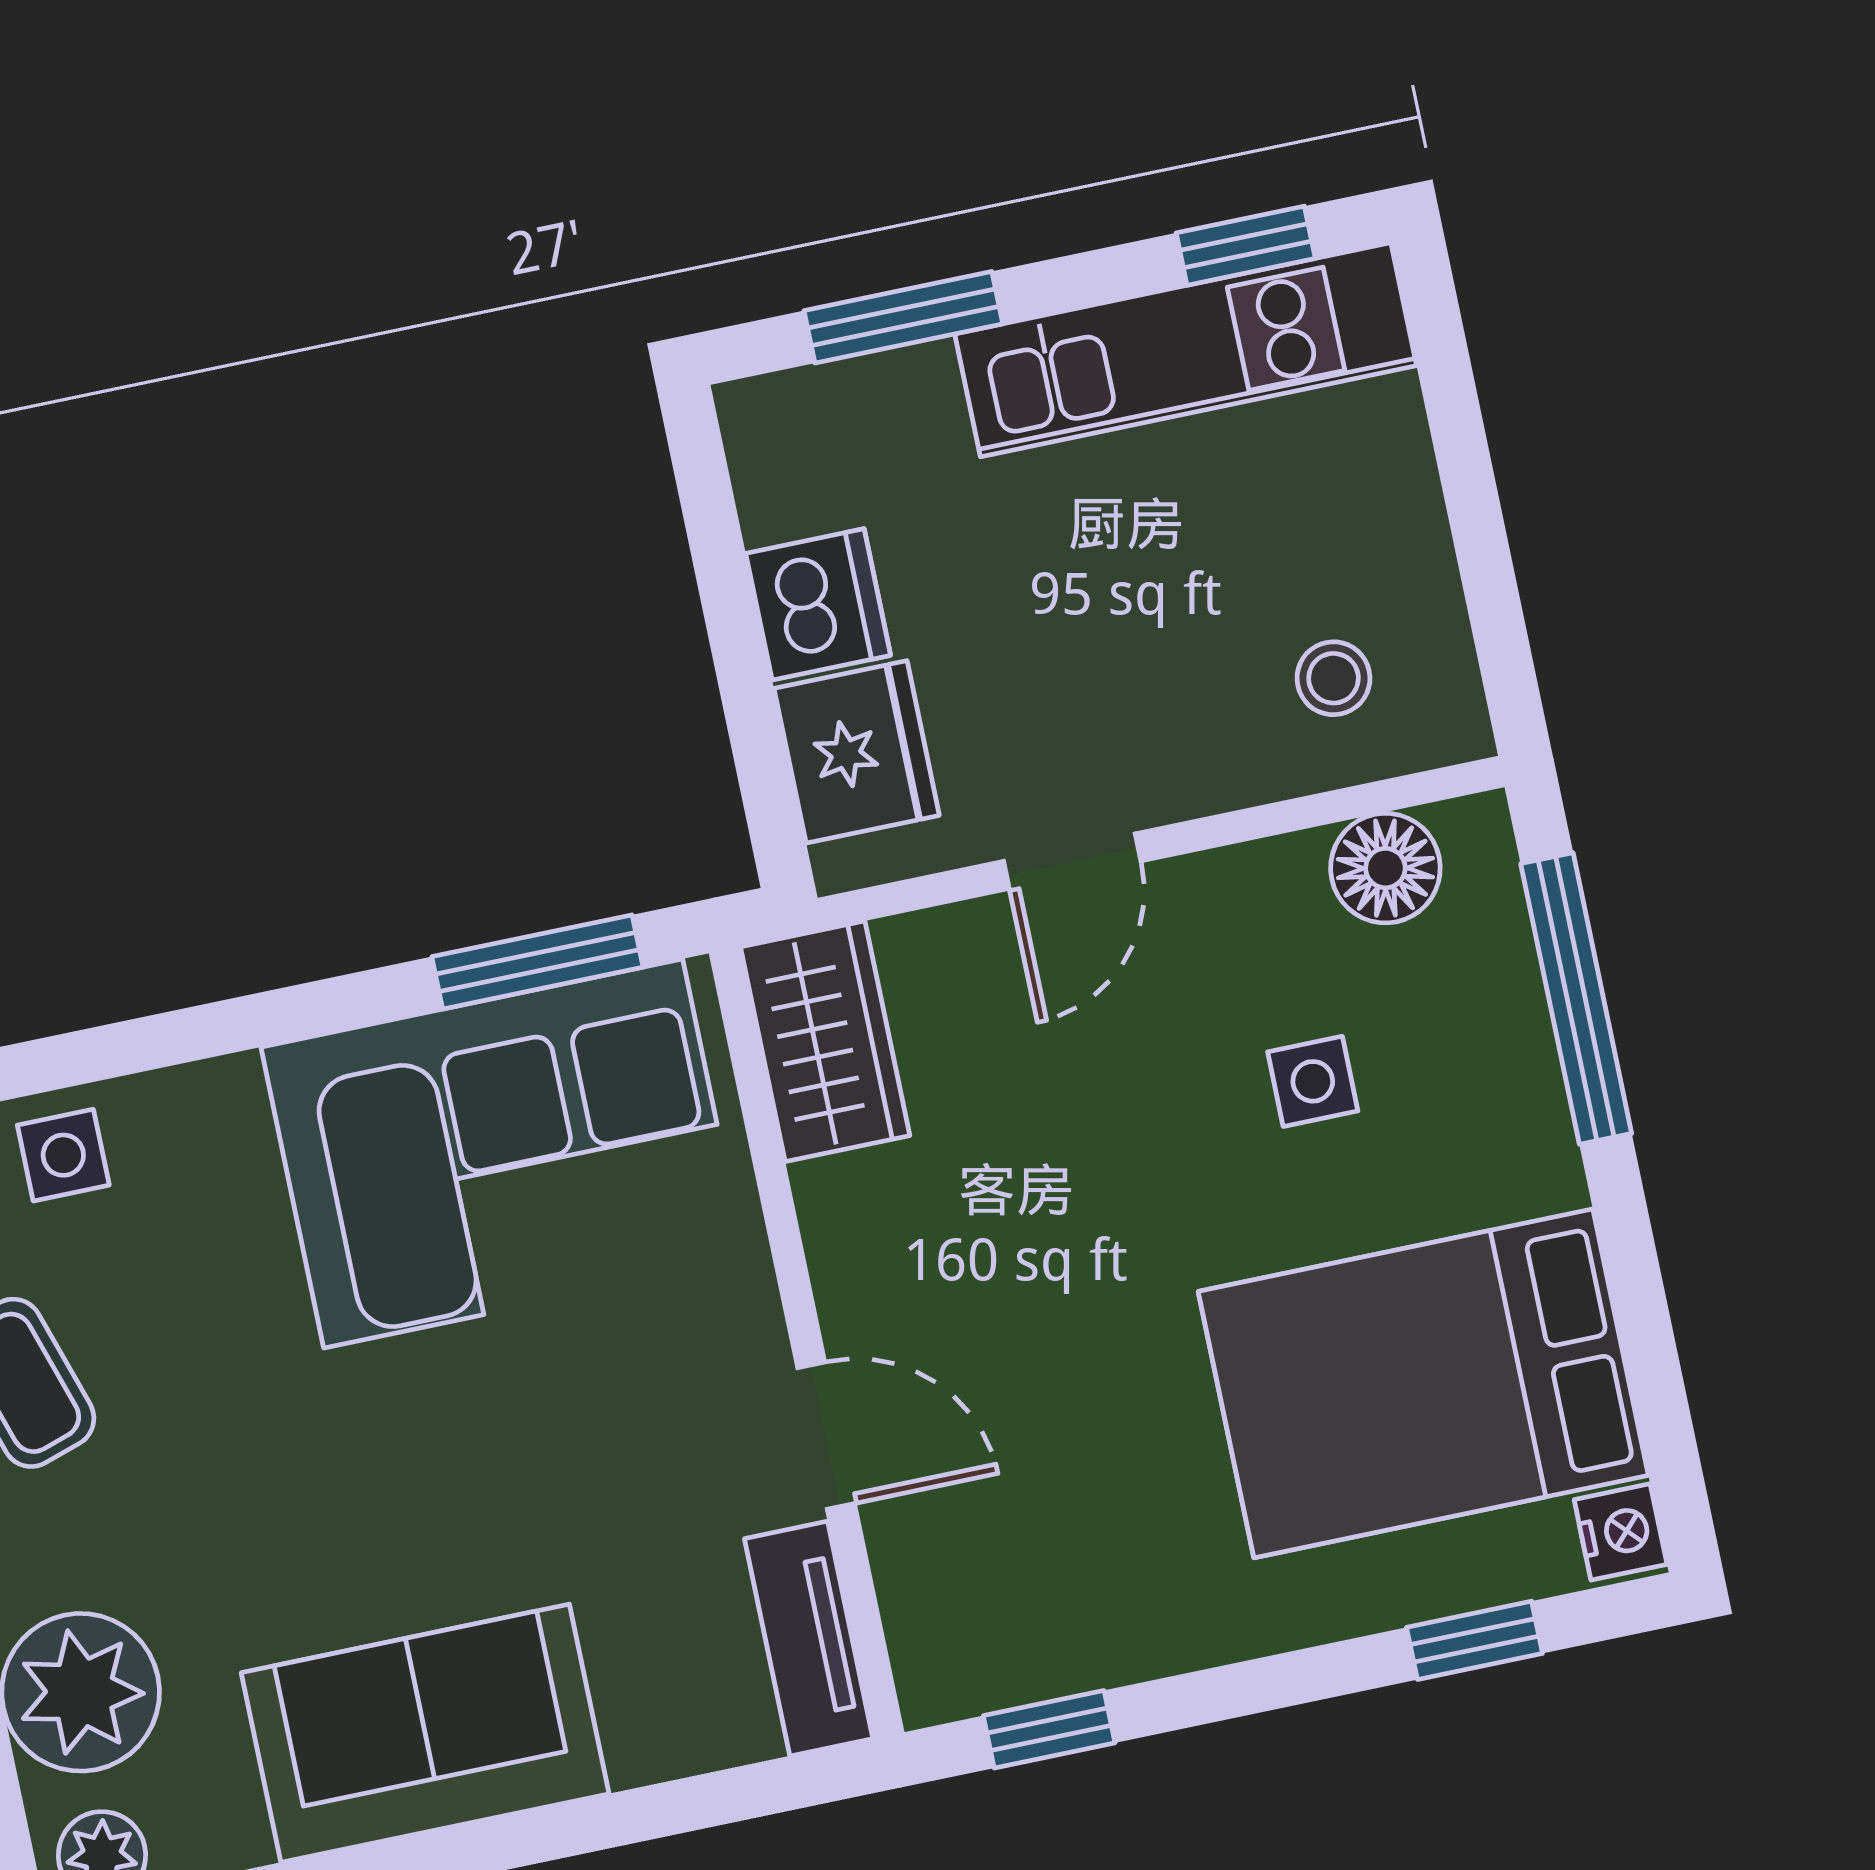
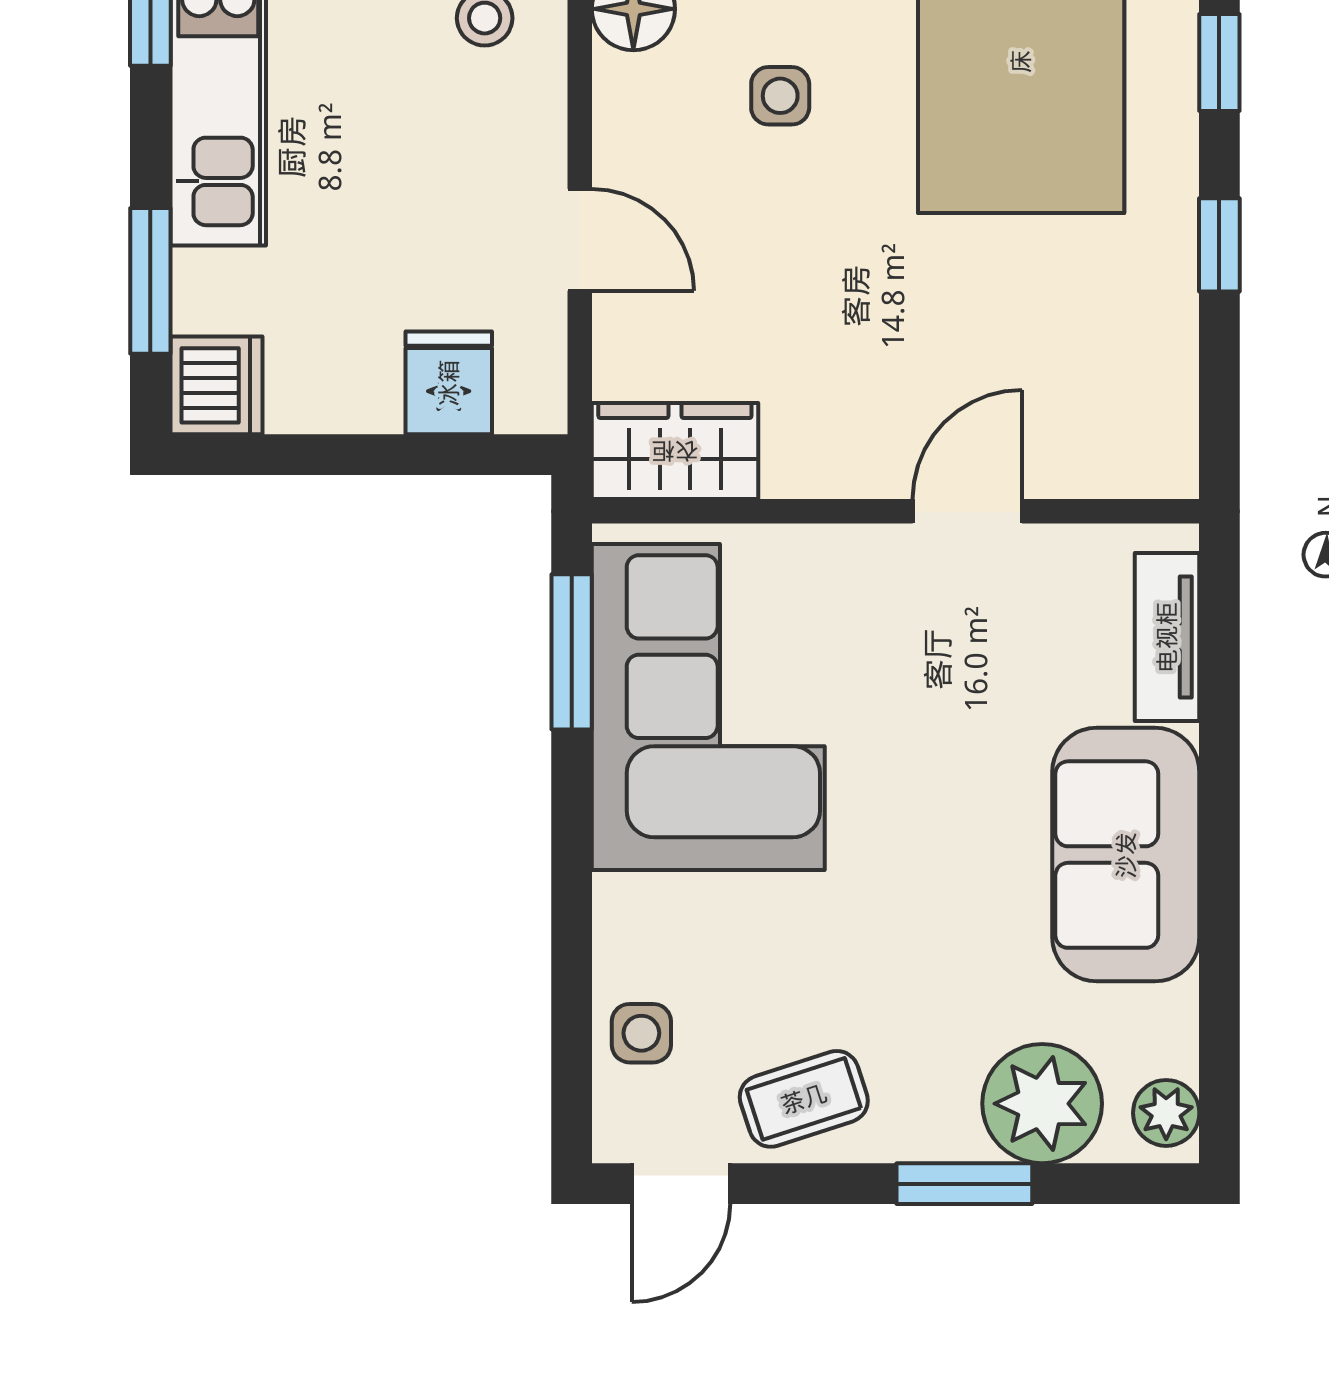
dishwasher: (818, 604) -> (217, 385), moved, turned 90
fridge: (857, 752) -> (449, 383), width x0.72
tv unit: (809, 1639) -> (1167, 637), moved, turned 90
window: (1049, 1729) -> (1219, 245), moved

